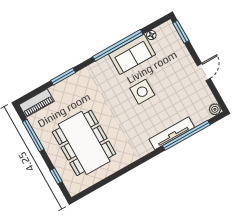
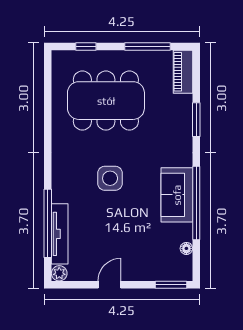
sofa: (132, 54) -> (177, 195), moved
door: (204, 72) -> (109, 285), swing flipped
side table: (142, 92) -> (110, 178), moved
tv unit: (172, 133) -> (60, 234), moved

